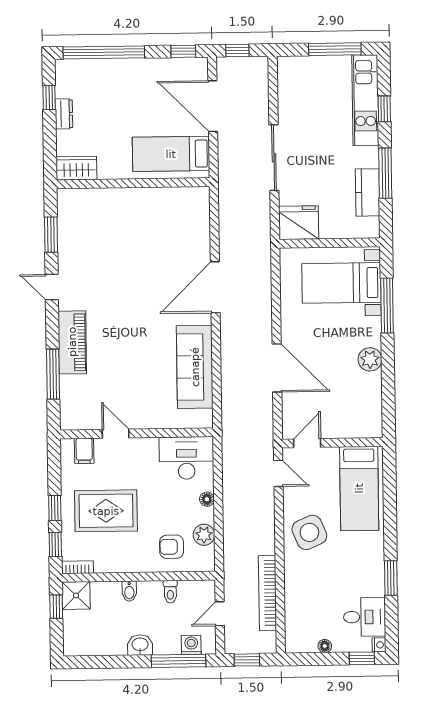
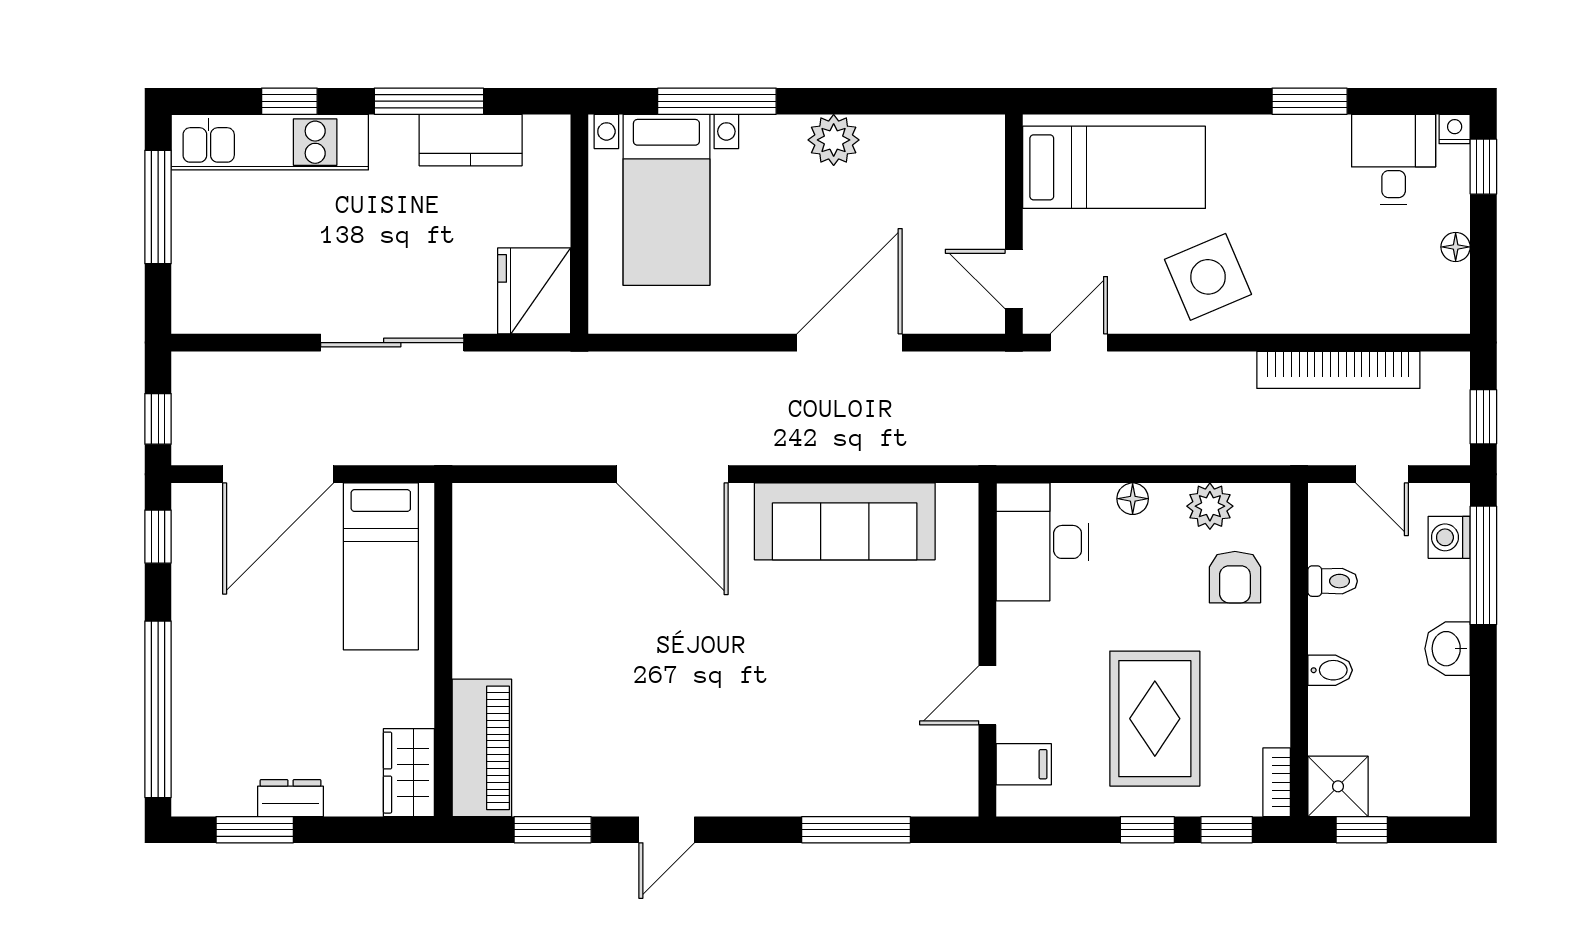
window: (49, 98) -> (255, 830), width x1.50
piano: (72, 342) -> (482, 748), moved, turned 90

